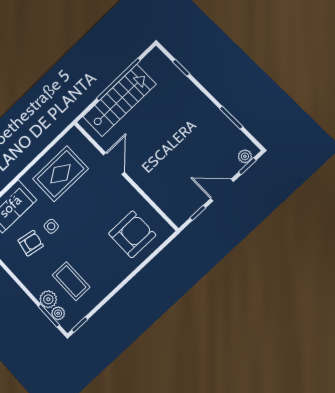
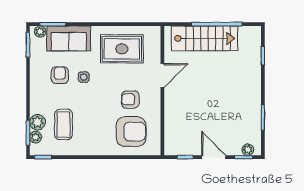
armchair: (106, 208) -> (130, 99), added
armchair: (31, 243) -> (60, 75), turned -101

